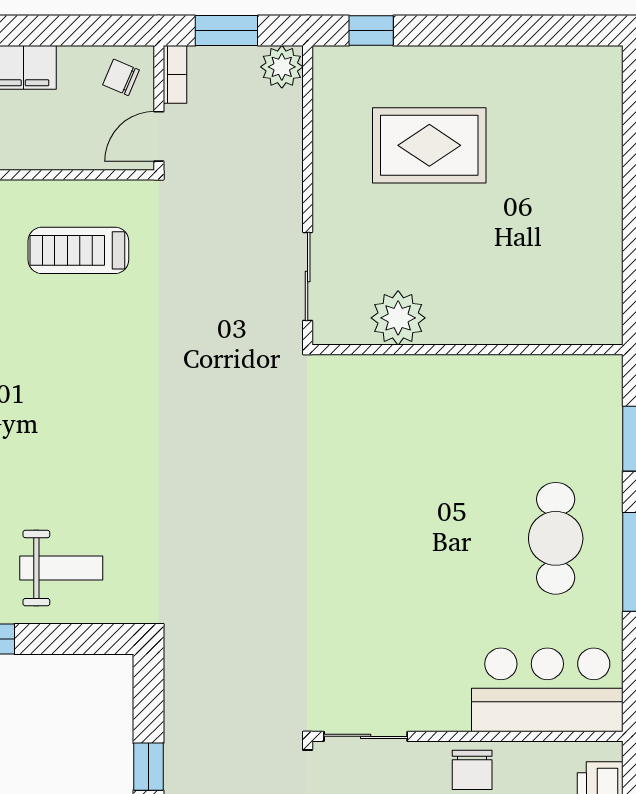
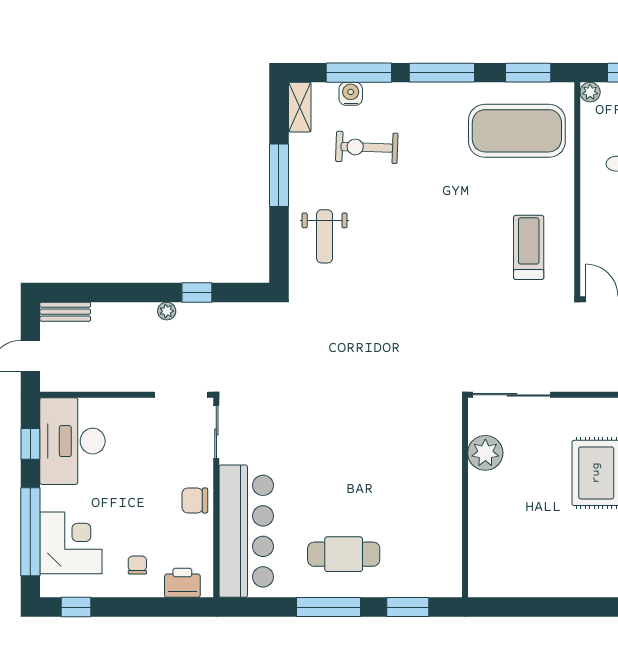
sliding door: (308, 276) -> (512, 395), width x1.37
bar counter: (547, 690) -> (246, 531), width x1.36

